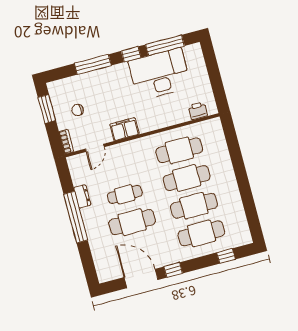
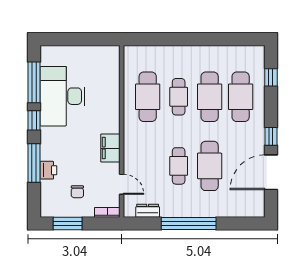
printer: (198, 111) -> (48, 170), moved, turned 180
cafe table: (187, 178) -> (179, 97), width x0.73, depth x0.74
dresser: (82, 196) -> (148, 211), moved

